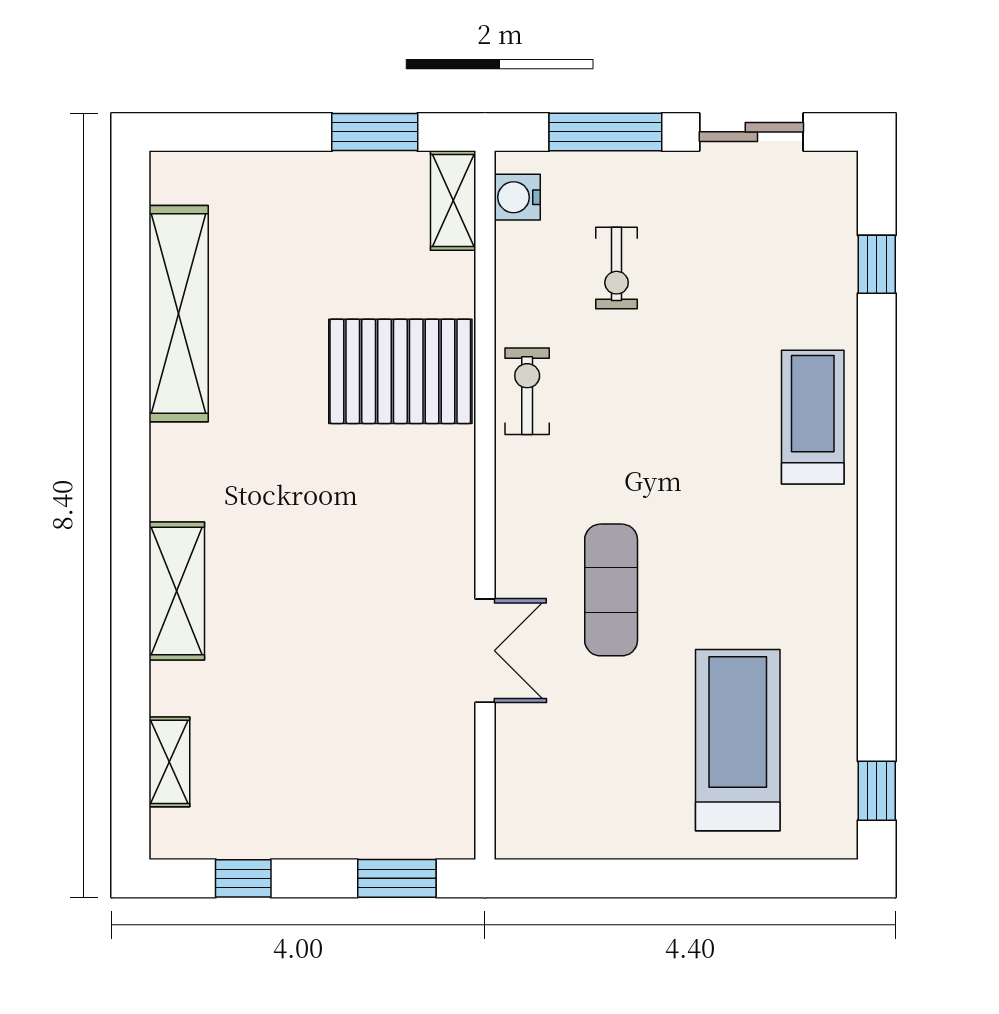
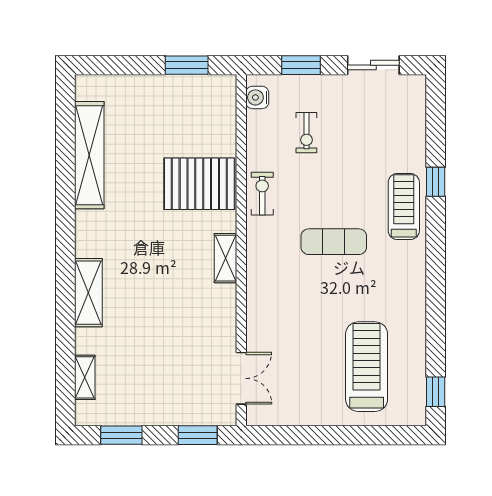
window: (605, 132) -> (301, 65), width x0.69
shelving: (453, 200) -> (225, 258), moved
window: (877, 264) -> (436, 182), moved
exercise mat: (611, 590) -> (334, 242), moved, turned 90
double door: (485, 651) -> (241, 378), moved
window: (243, 878) -> (121, 435), width x1.50

